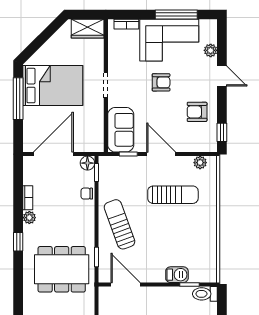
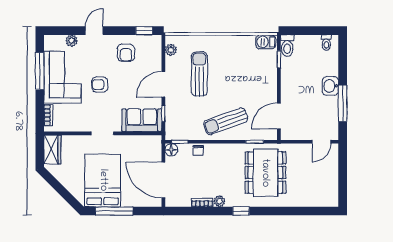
armchair: (161, 82) -> (100, 85), turned -90
barbecue: (177, 275) -> (266, 42), moved, turned -90

